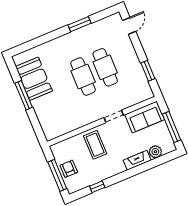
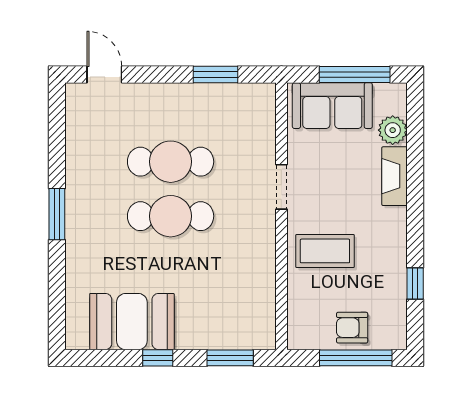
window: (79, 24) -> (57, 214), moved
window: (24, 95) -> (158, 358), width x0.46
sofa: (145, 117) -> (332, 106), moved, turned 90
window: (36, 125) -> (230, 358), added

